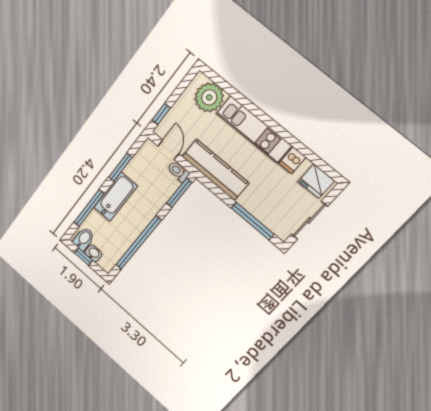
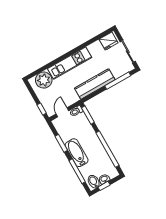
door: (168, 150) -> (62, 112), hinge flipped
dishwasher: (292, 160) -> (93, 49), removed
kitchen counter: (215, 170) -> (95, 84), moved

